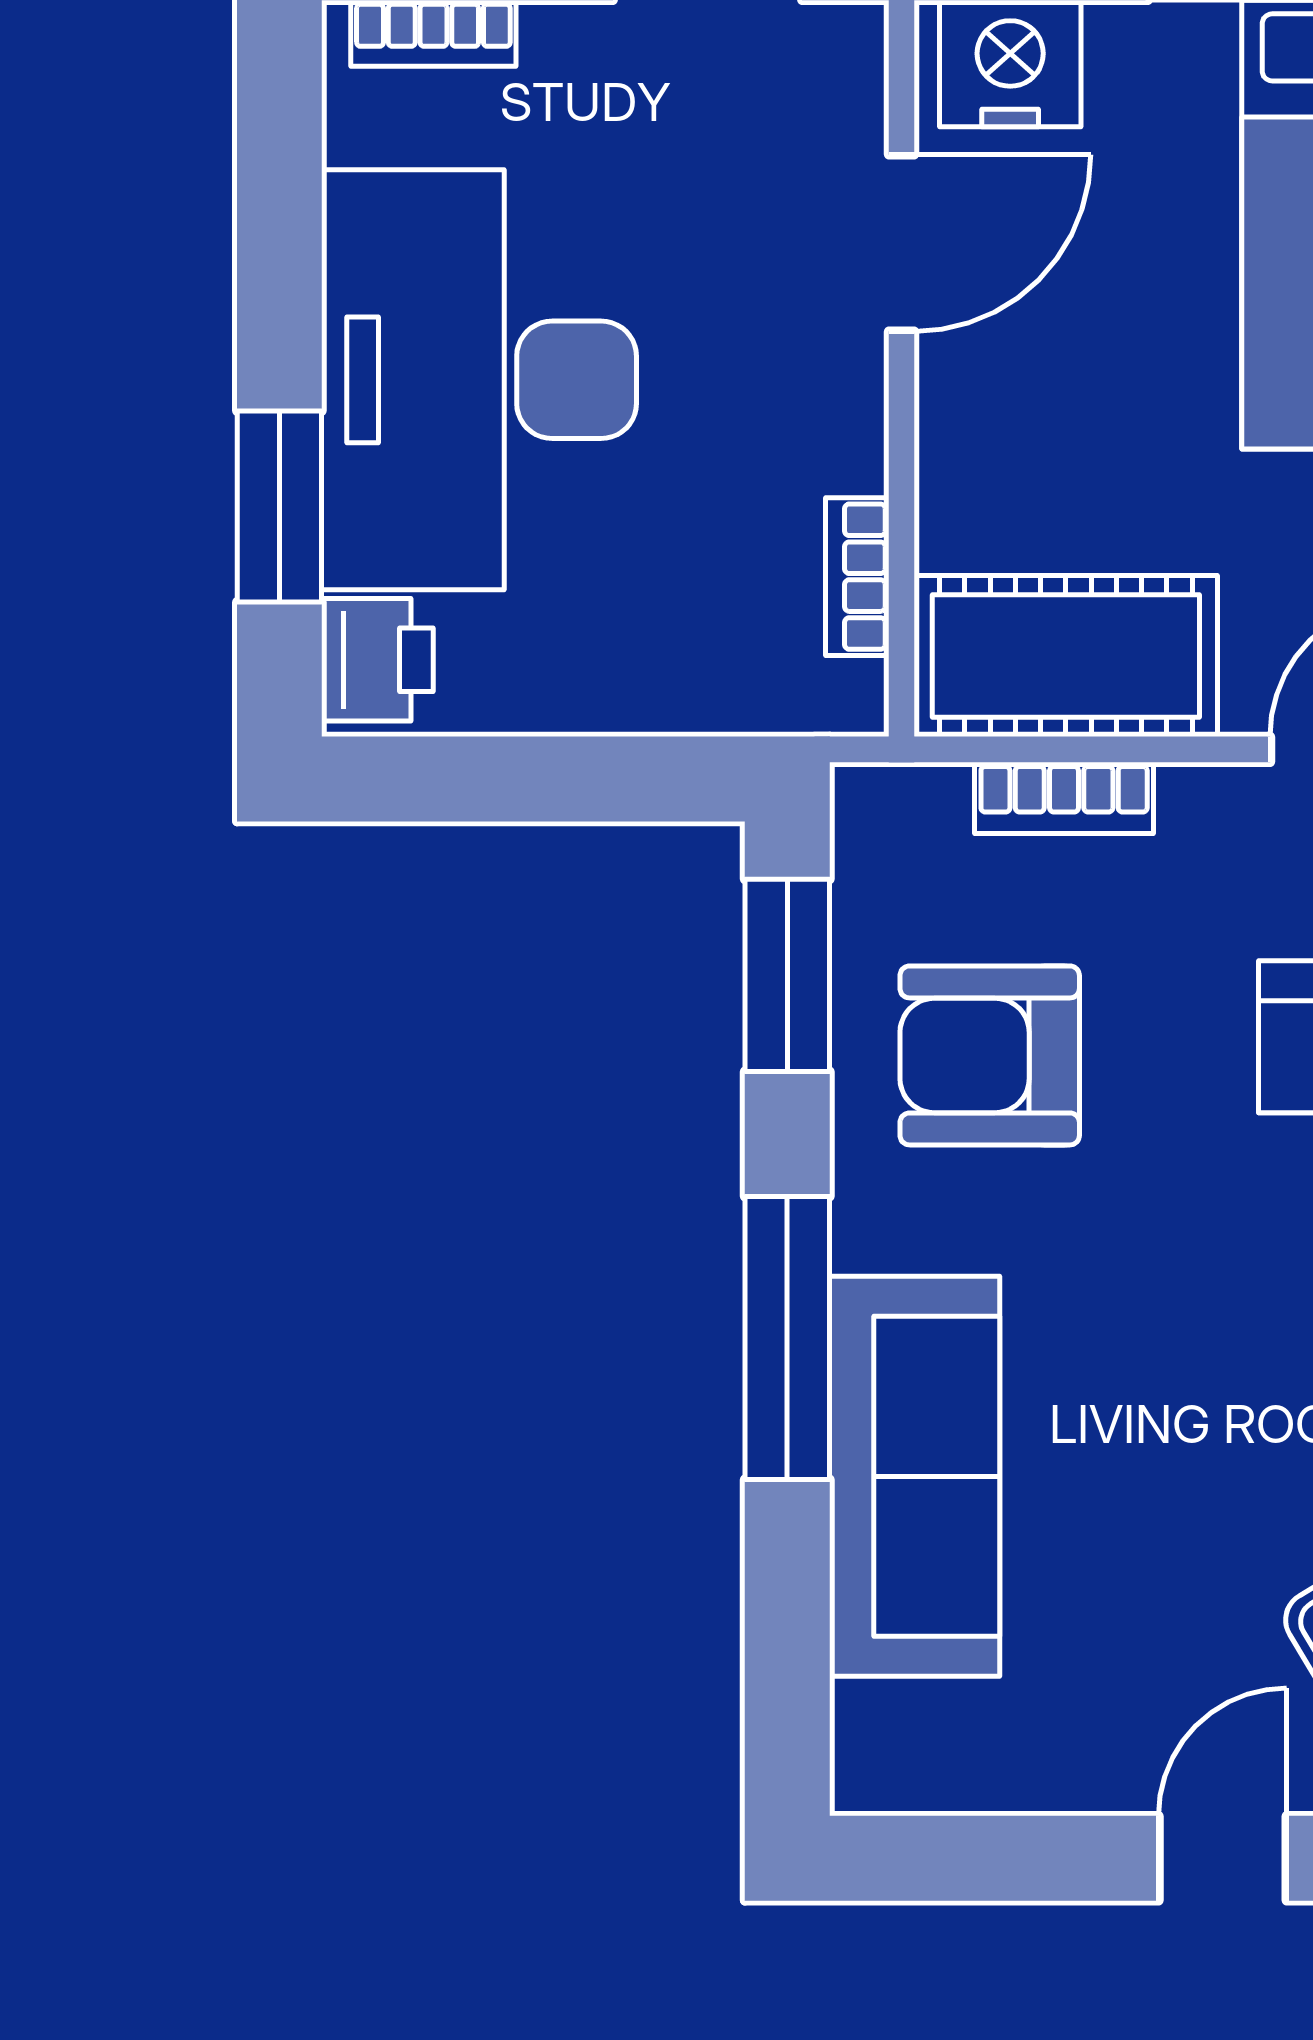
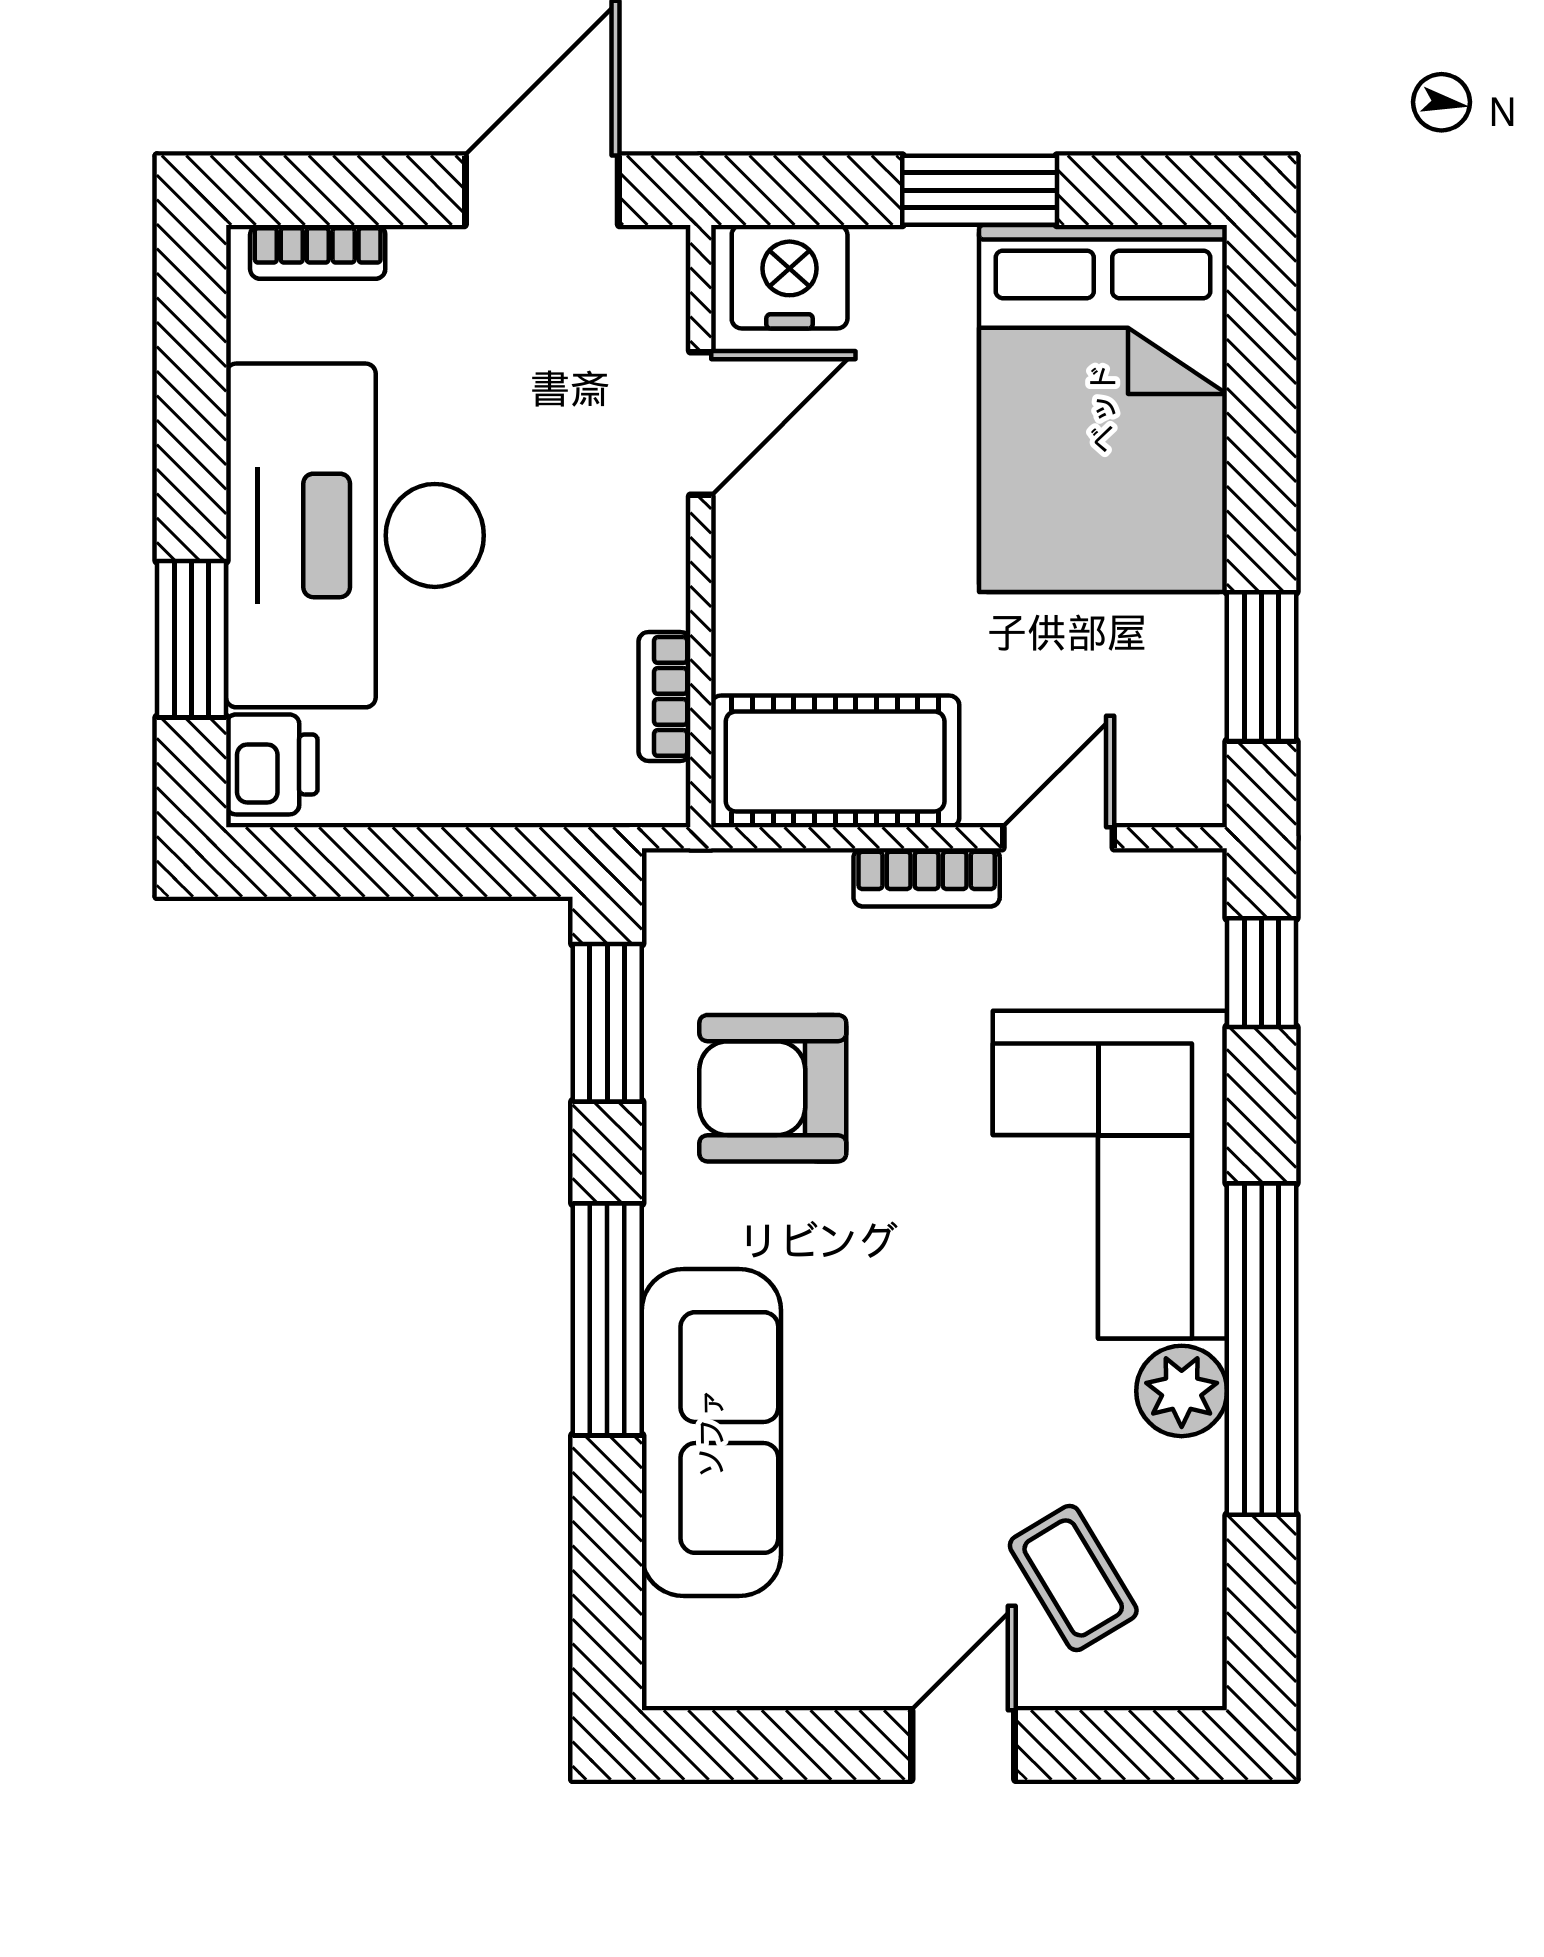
bookcase: (1064, 798) -> (927, 877), moved

